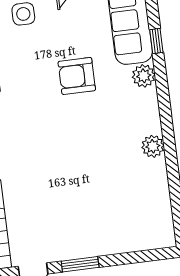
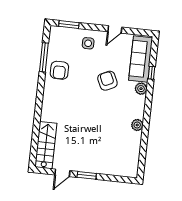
armchair: (77, 76) -> (107, 81), turned 66

